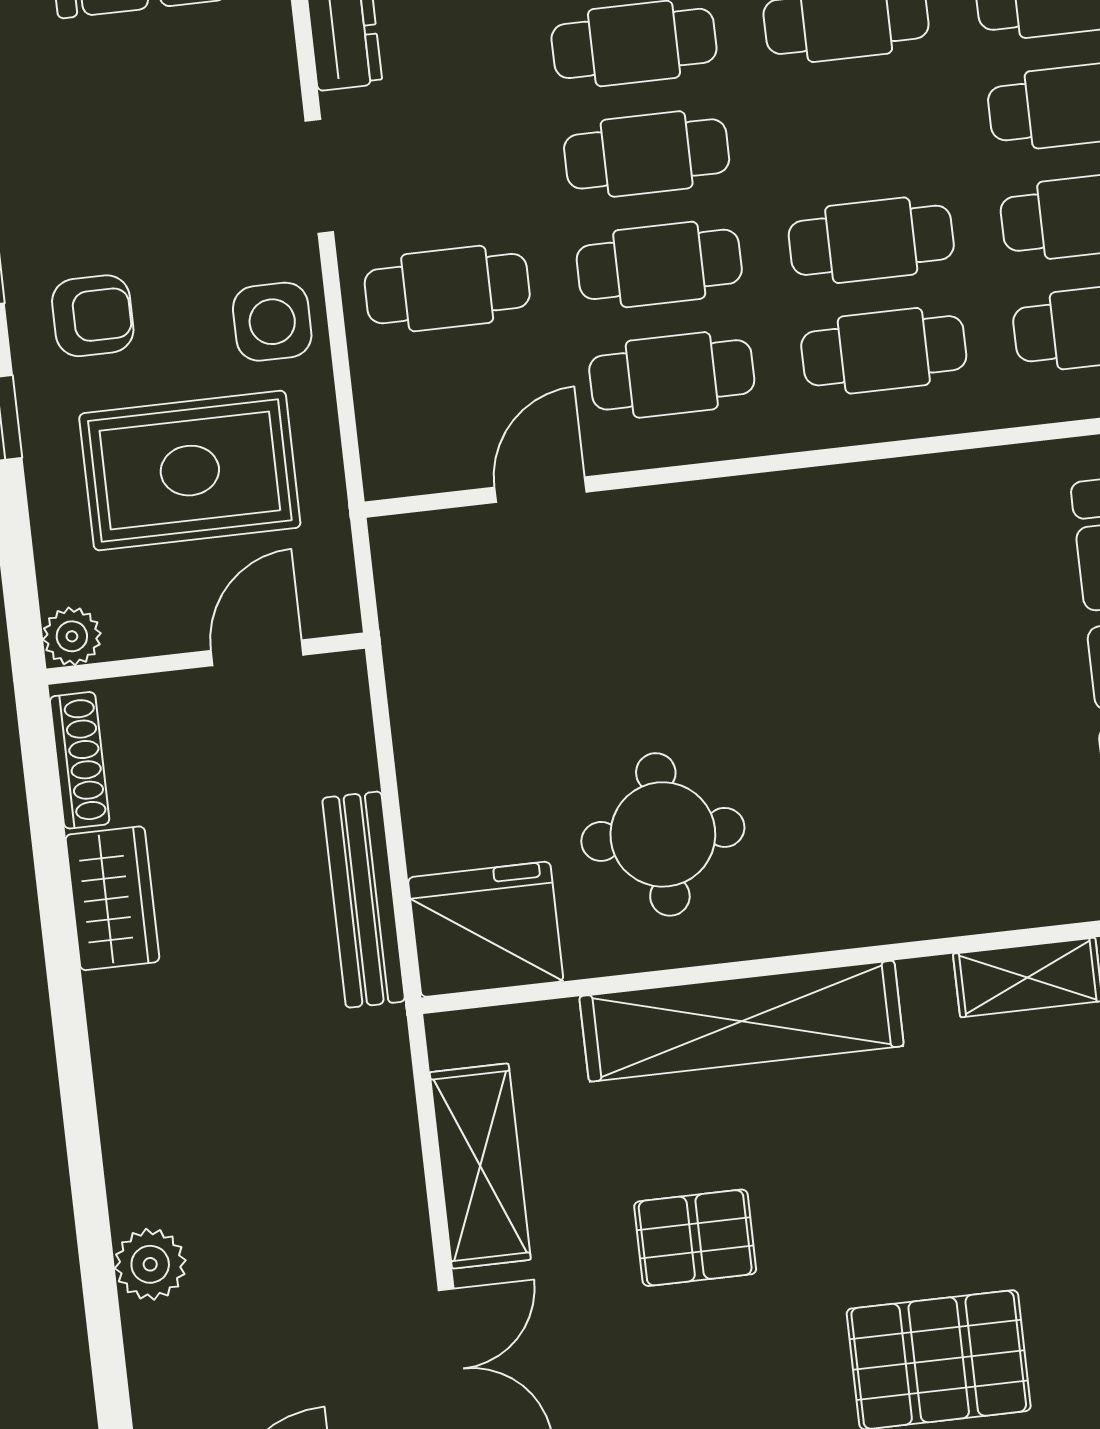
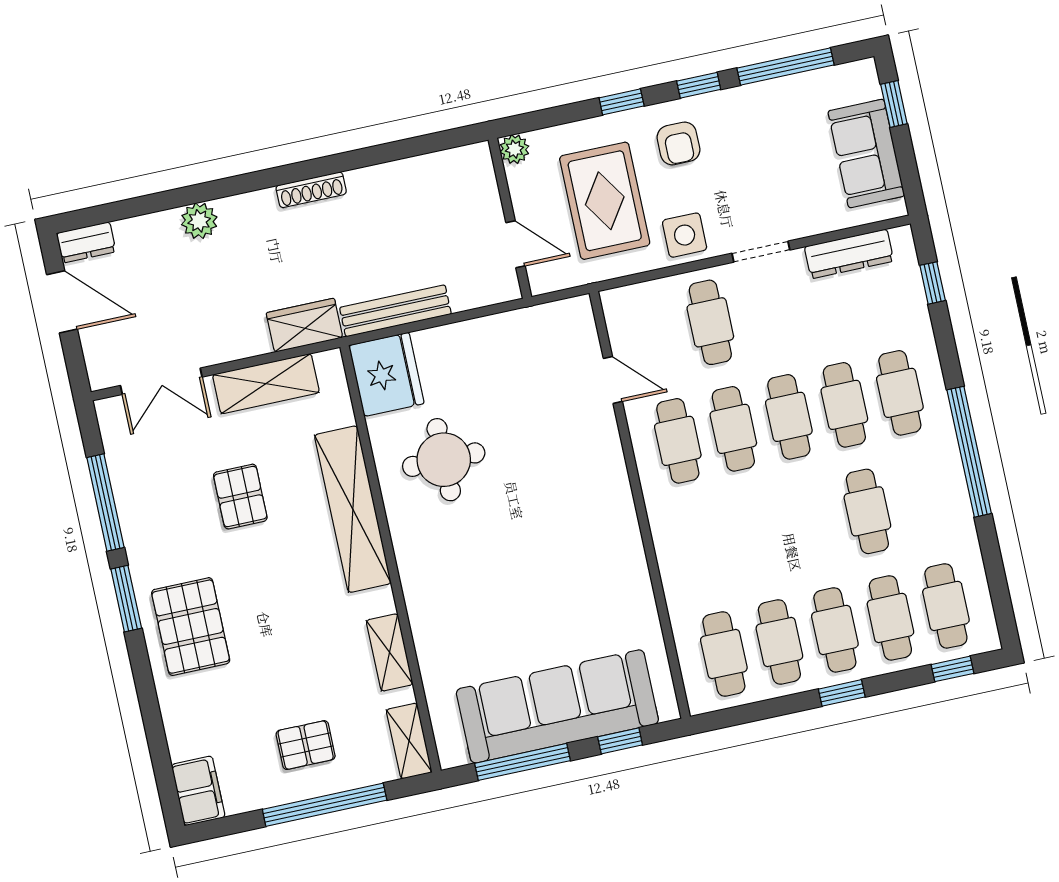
cafe table: (871, 240) -> (756, 535), removed
cafe table: (884, 351) -> (701, 547), removed
shoe rack: (80, 760) -> (311, 190), moved
wardrobe: (112, 898) -> (304, 325), moved, turned 180

